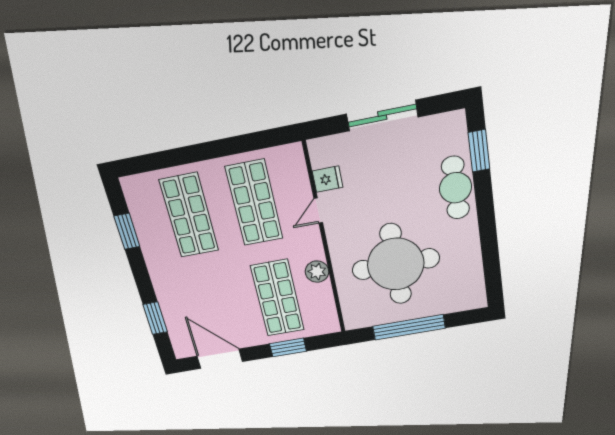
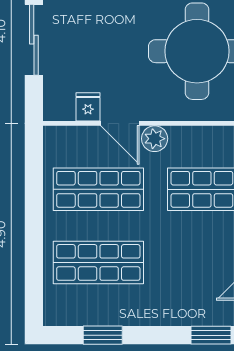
door: (318, 211) -> (120, 123), width x1.38
plant: (317, 272) -> (155, 139), moved

